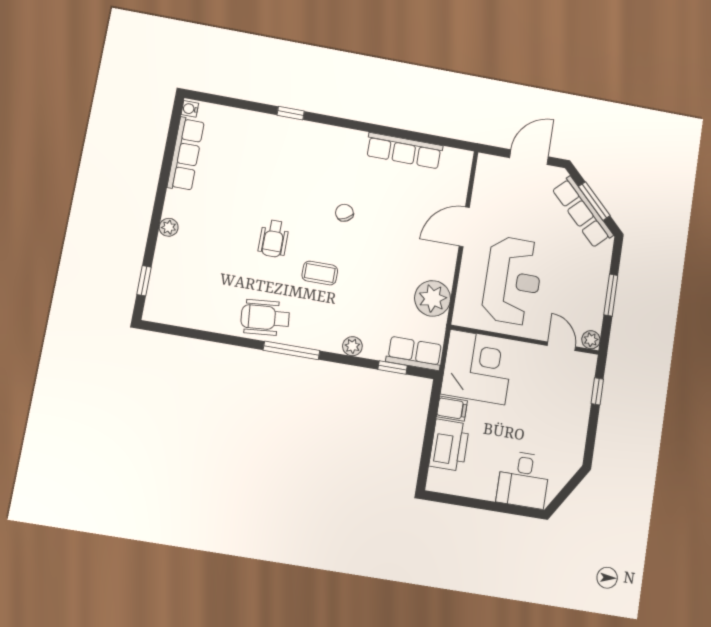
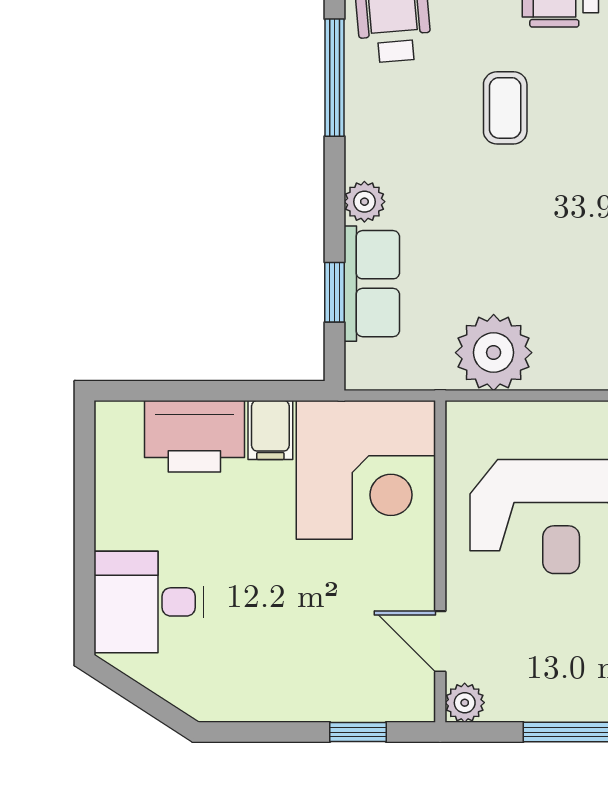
door: (561, 346) -> (440, 641), swing flipped
row of seats: (414, 353) -> (372, 284), moved

